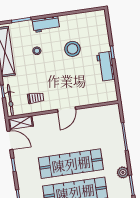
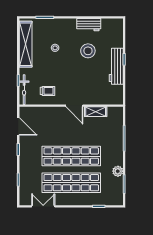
workbench: (46, 24) -> (89, 25), moved
workbench: (106, 66) -> (116, 66), width x1.38
door: (66, 109) -> (74, 106), hinge flipped
shelving: (21, 123) -> (96, 112), moved

